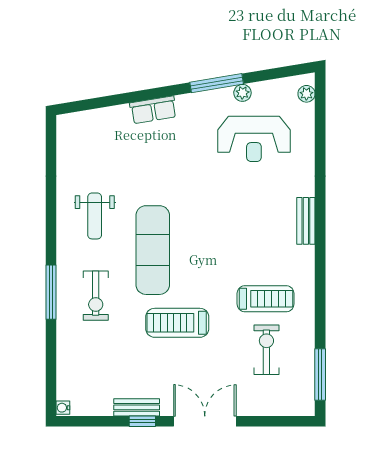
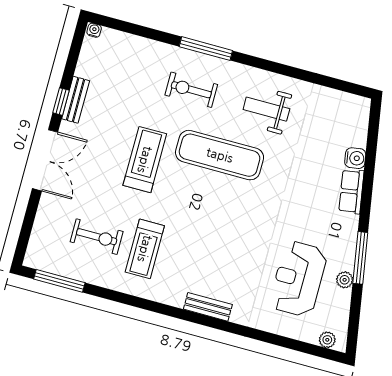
water cooler: (119, 115) -> (355, 158), added

